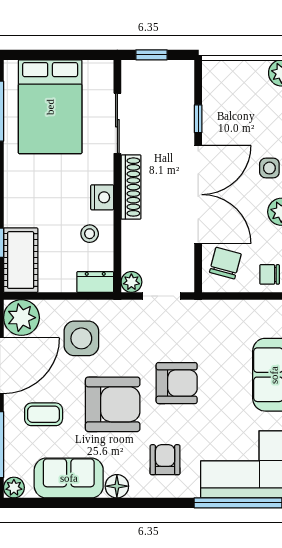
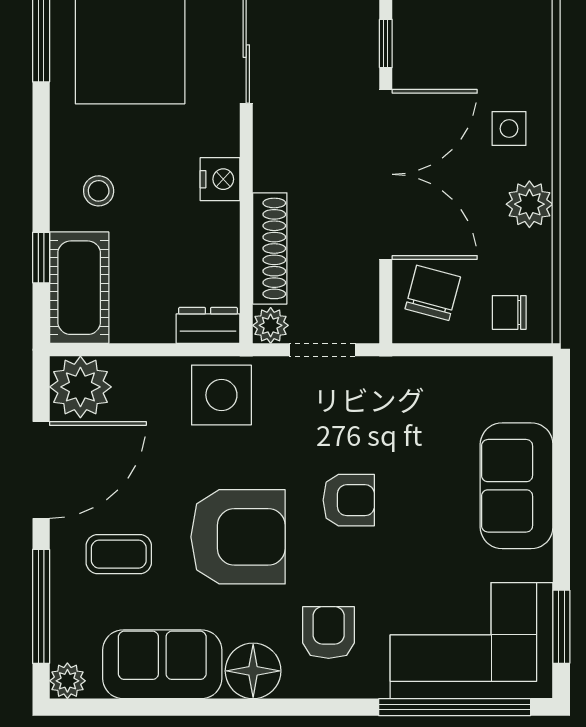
shoe rack: (131, 187) -> (270, 248), moved
stool: (90, 234) -> (99, 191), moved
side table: (81, 338) -> (221, 395), moved
armchair: (177, 383) -> (349, 500), width x0.72, depth x0.72
floor lamp: (117, 486) -> (253, 671), width x1.38, depth x1.38

